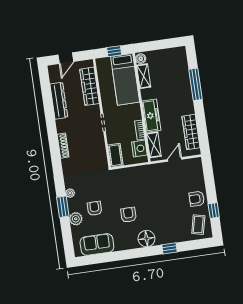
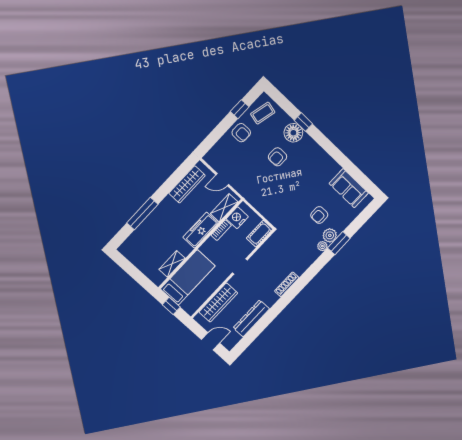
boiler: (141, 59) -> (159, 278), removed
armchair: (128, 215) -> (278, 157), moved
plant: (76, 219) -> (330, 235), moved
floor lamp: (146, 239) -> (293, 133), moved

